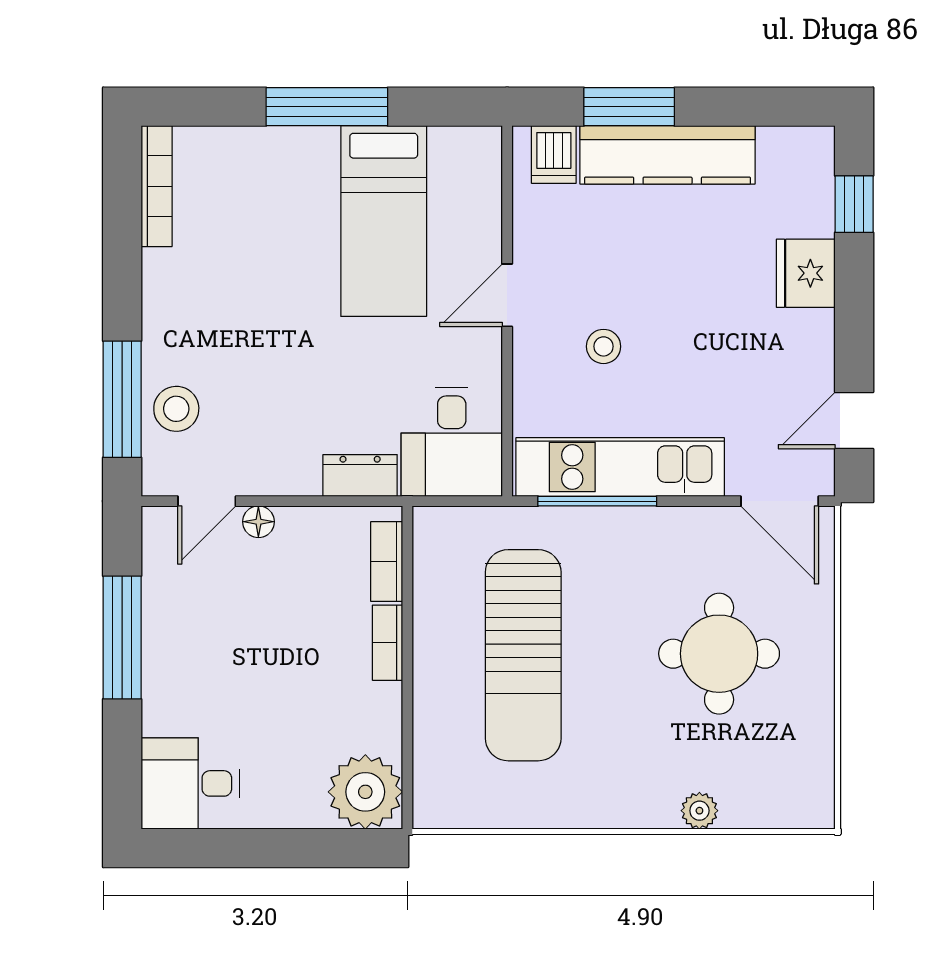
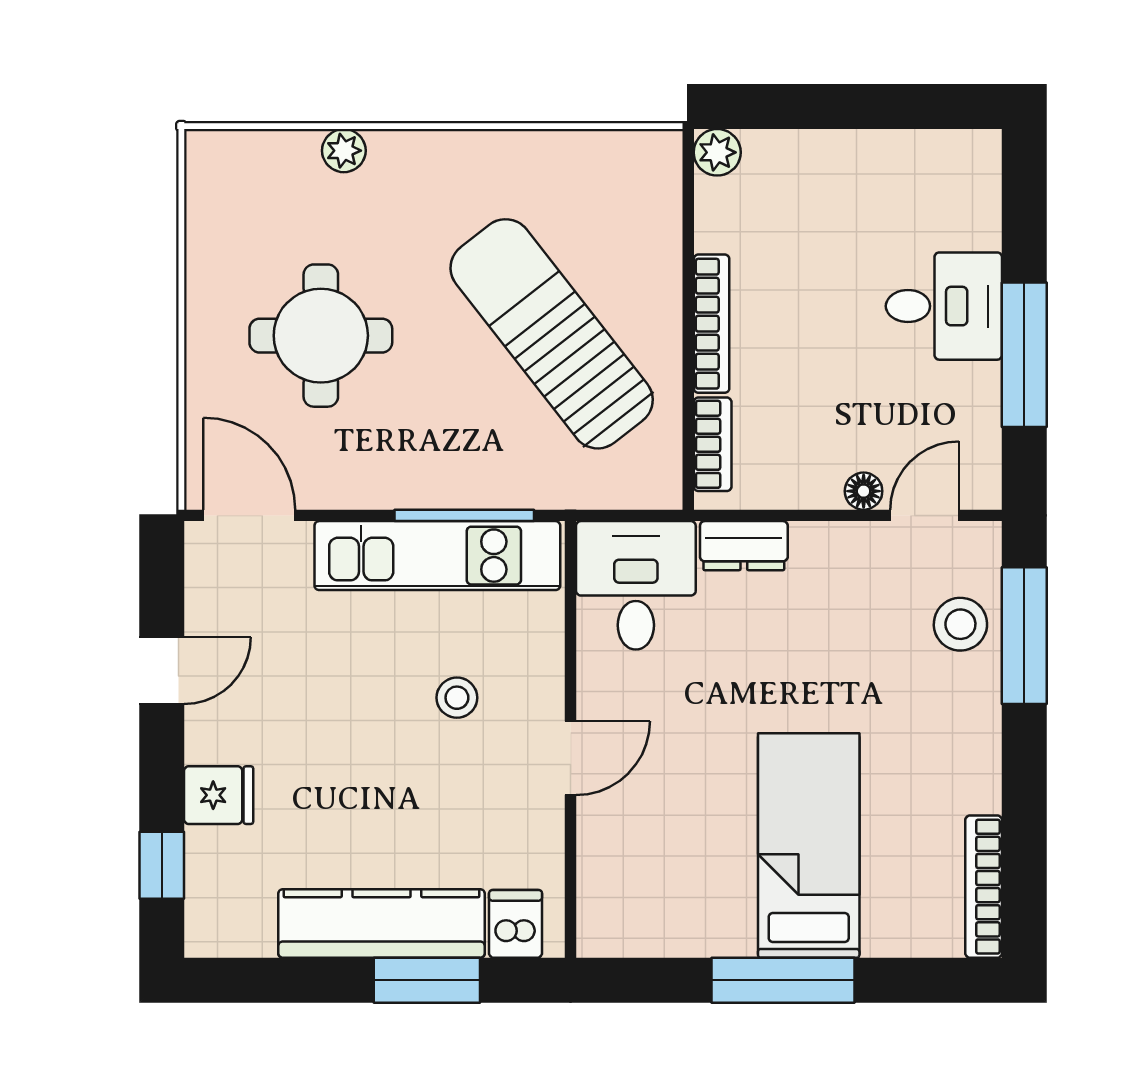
bed: (384, 221) -> (809, 845), moved
fridge: (806, 273) -> (219, 795), width x0.72
door: (854, 421) -> (162, 671), moved
bookcase: (387, 643) -> (712, 324), width x1.56
sun lounger: (523, 655) -> (552, 334), turned -38
desk: (190, 783) -> (944, 306), moved
plant: (365, 792) -> (717, 152), width x0.53, depth x0.53

